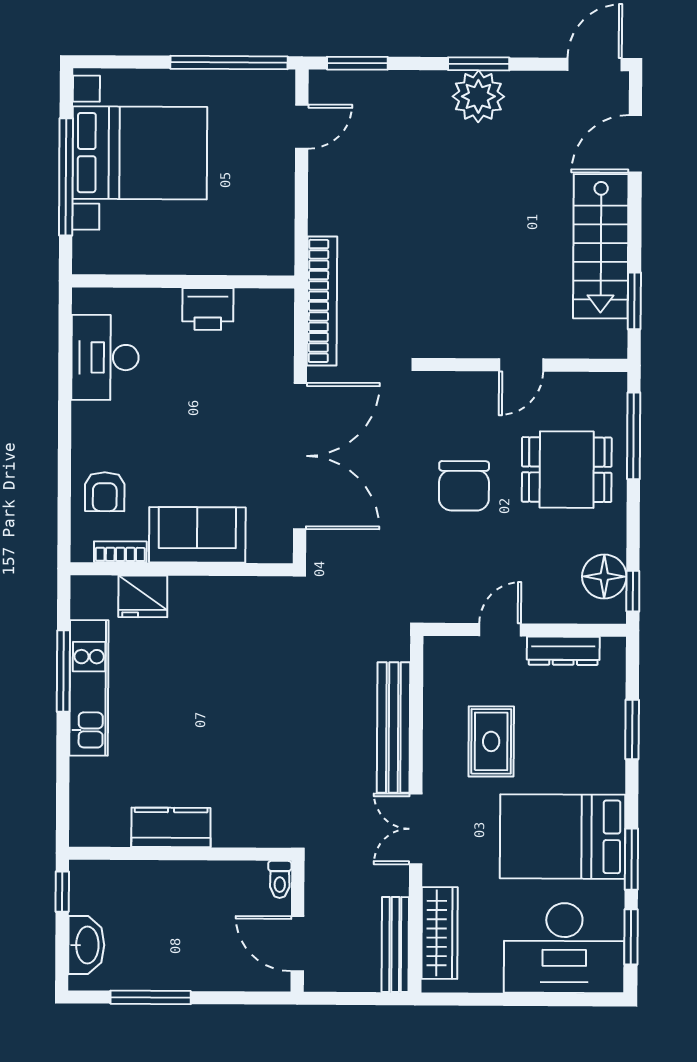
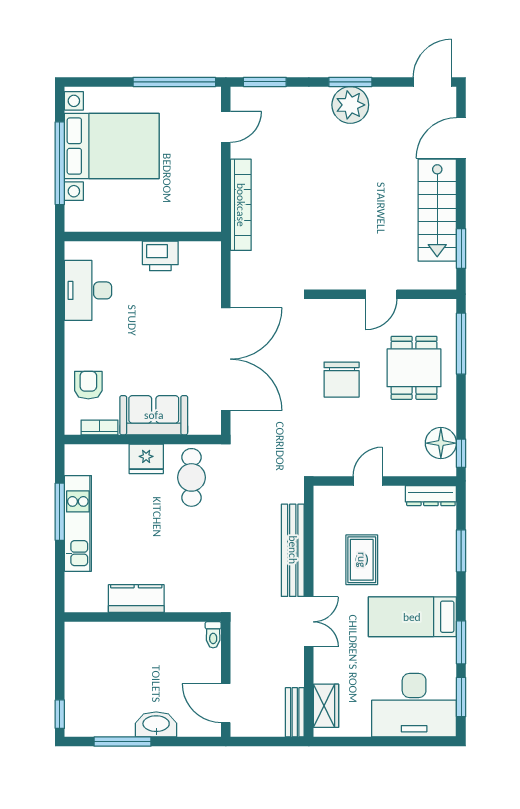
bookcase: (322, 301) -> (241, 205), moved
dining table: (567, 470) -> (414, 368), turned 90
armchair: (105, 492) -> (88, 385), turned 180
fridge: (143, 596) -> (146, 459), moved
cafe table: (250, 623) -> (191, 477), added
dresser: (563, 651) -> (431, 496), moved
kitchen counter: (171, 827) -> (136, 599), moved
double door: (416, 829) -> (309, 622), swing flipped
bed: (563, 837) -> (412, 617), width x0.67
wall: (180, 854) -> (143, 617), moved
toilet: (280, 879) -> (213, 635), moved
window: (62, 892) -> (60, 714), moved
wardrobe: (440, 933) -> (326, 706), width x0.67
washbasin: (86, 945) -> (156, 724), moved, turned -90
bench: (395, 945) -> (295, 712), width x0.73

